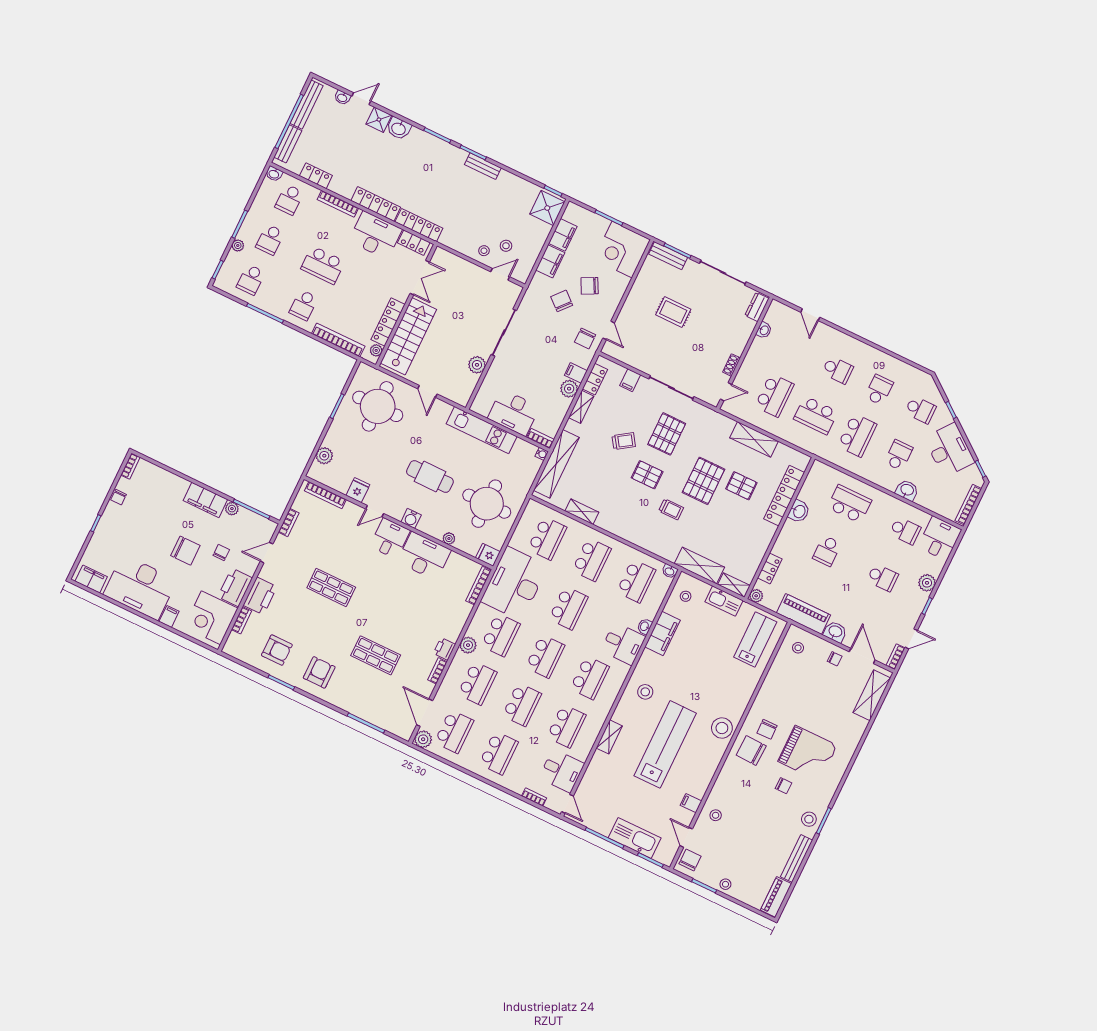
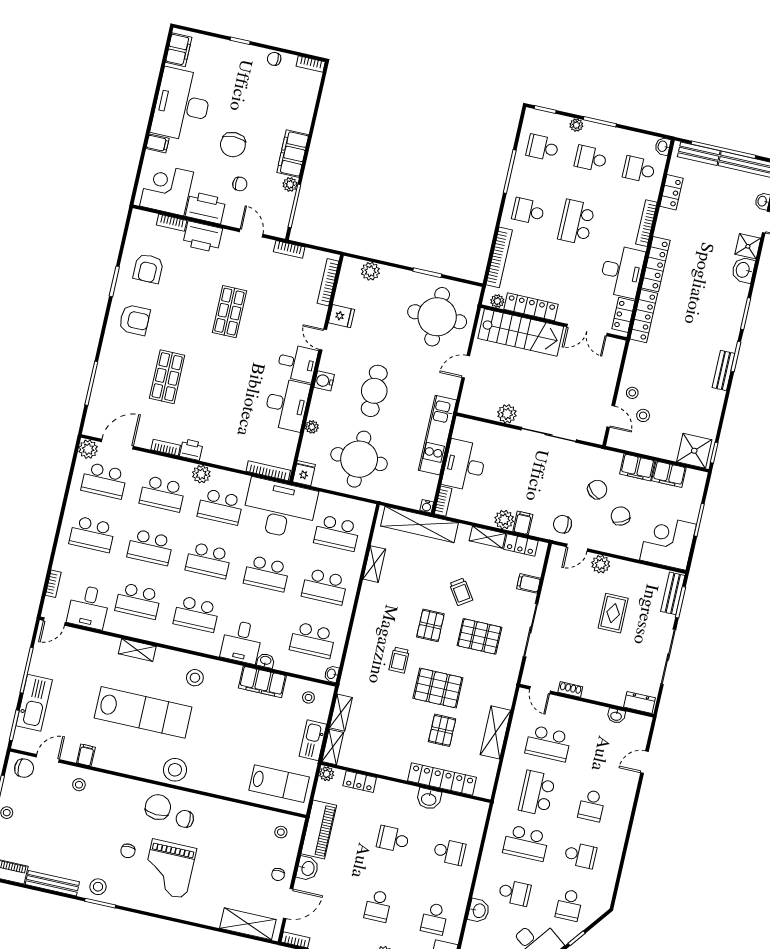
plant: (628, 313) -> (601, 564), added
school desk: (849, 504) -> (449, 852), width x0.54
shelving: (699, 565) -> (341, 713), width x0.67, depth x0.75

